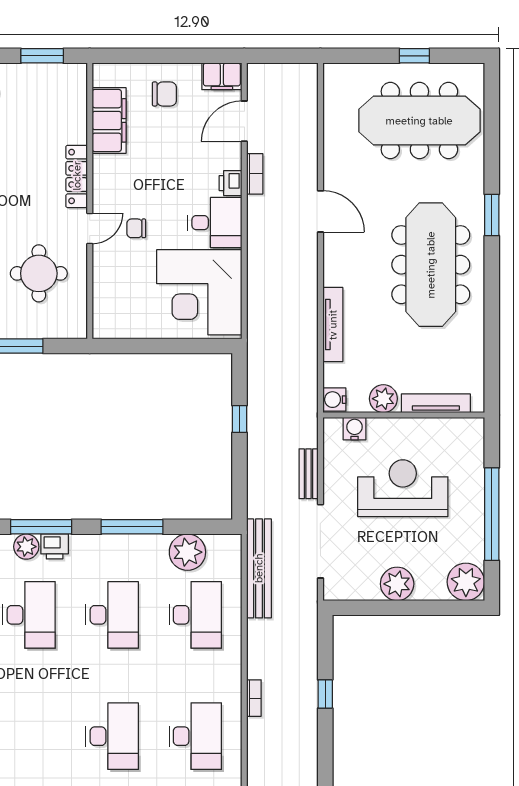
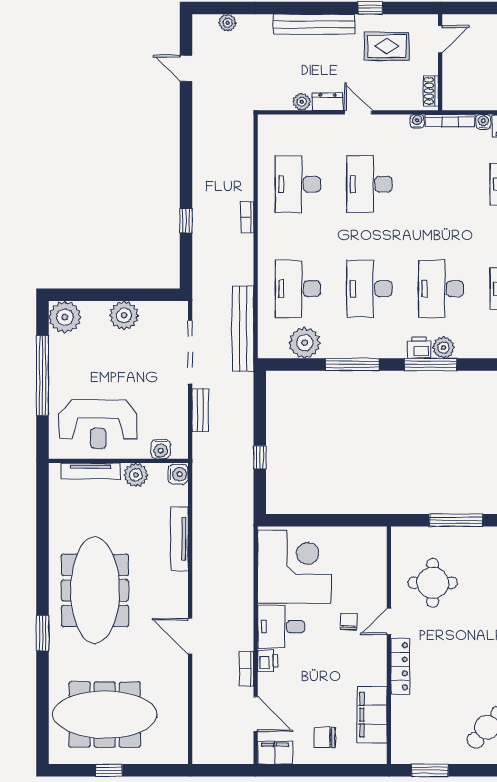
door: (244, 121) -> (256, 714), hinge flipped
chair: (136, 228) -> (349, 622), turned -88
reception desk: (403, 488) -> (98, 424), moved

